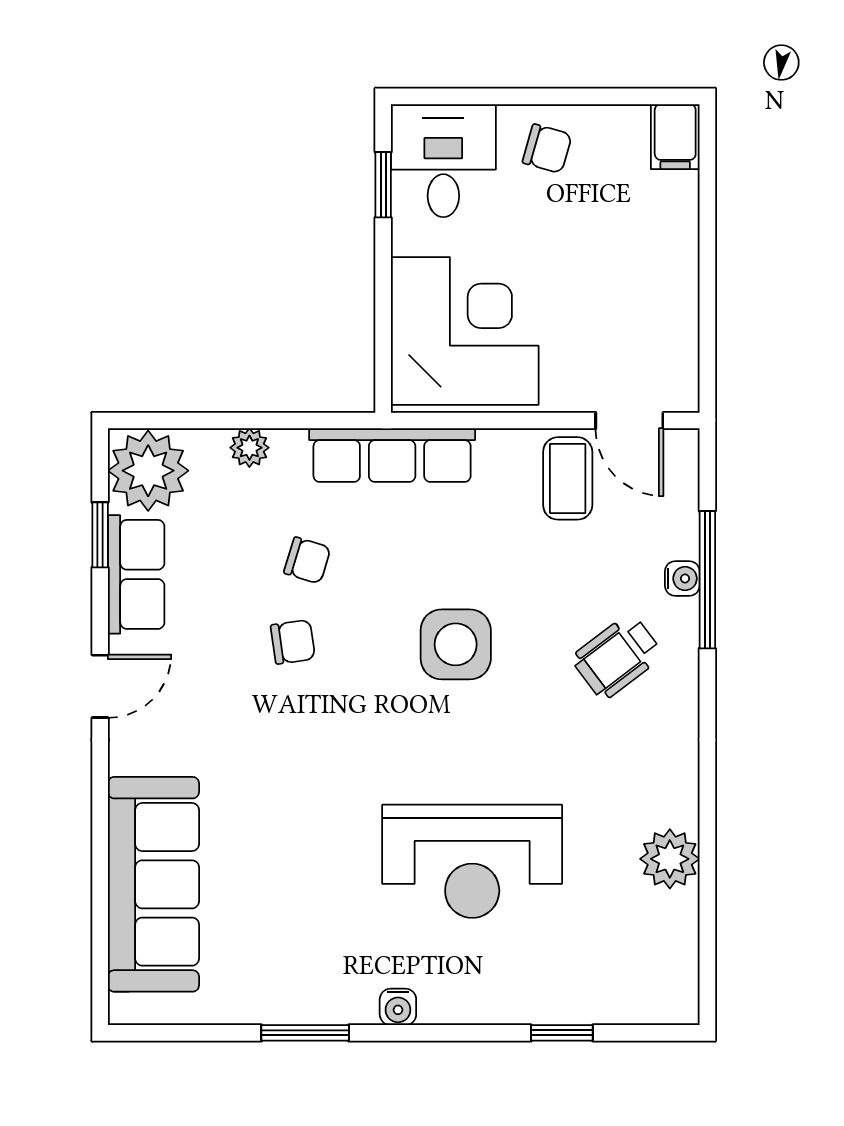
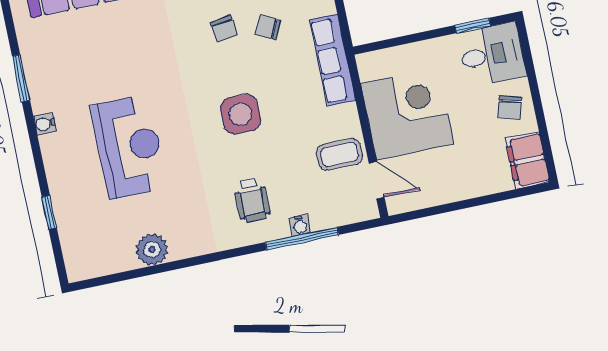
filing cabinet: (675, 137) -> (527, 160), width x2.00
corner desk: (465, 331) -> (407, 114), moved, turned -90
door: (629, 421) -> (377, 180), swing flipped
chair: (307, 560) -> (268, 27), turned 100
wheelchair: (617, 657) -> (252, 200), turned -143
reception desk: (472, 861) -> (129, 147), turned 180

